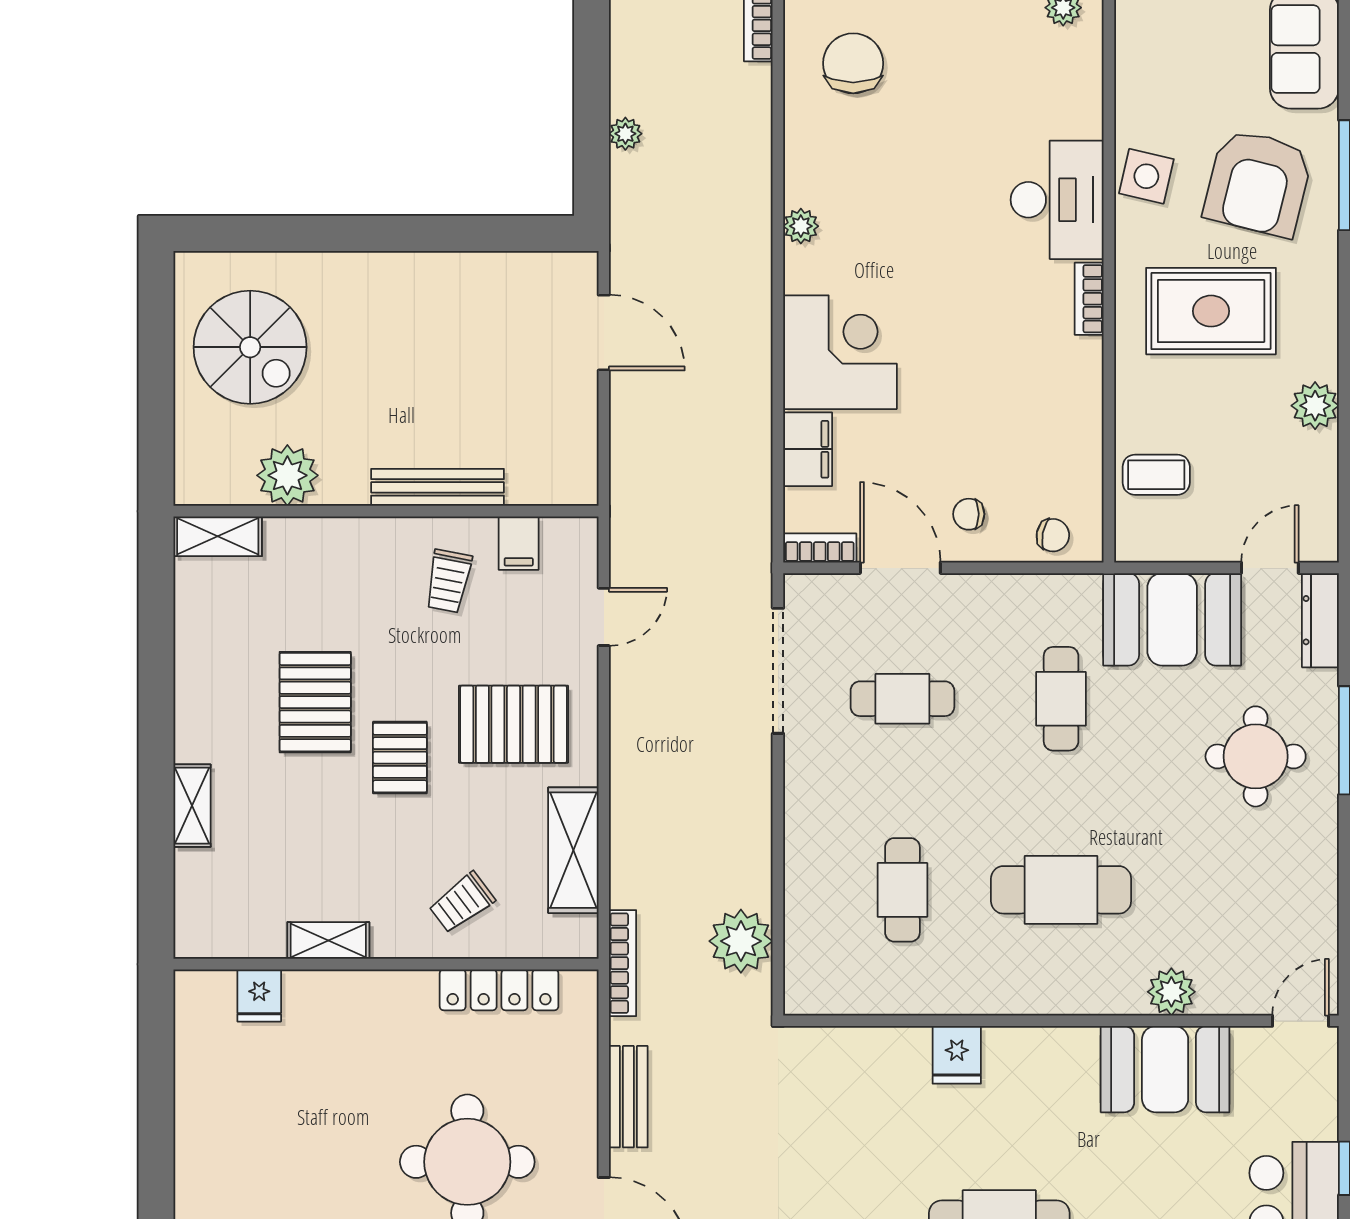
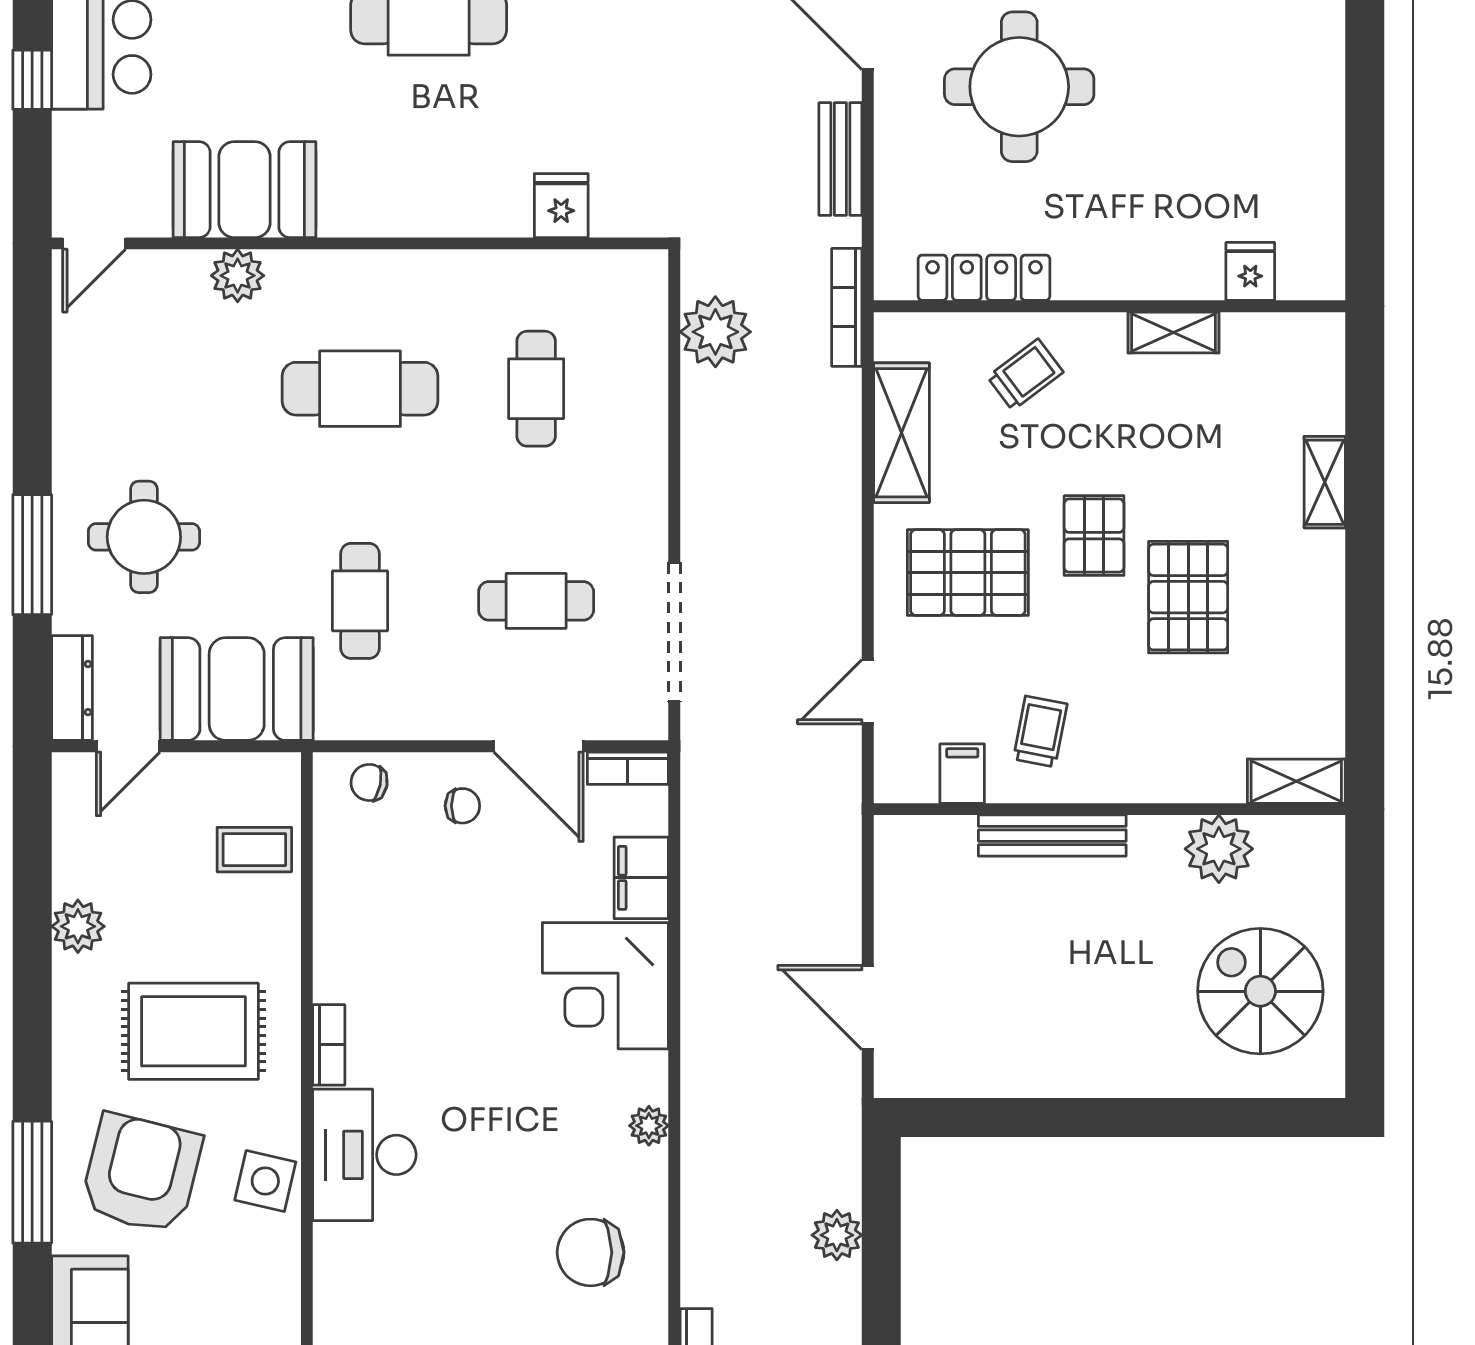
chair: (853, 63) -> (591, 1252), moved, turned 90
plant: (625, 134) -> (837, 1235), width x1.38, depth x1.38
fridge: (957, 1055) -> (561, 206), moved

